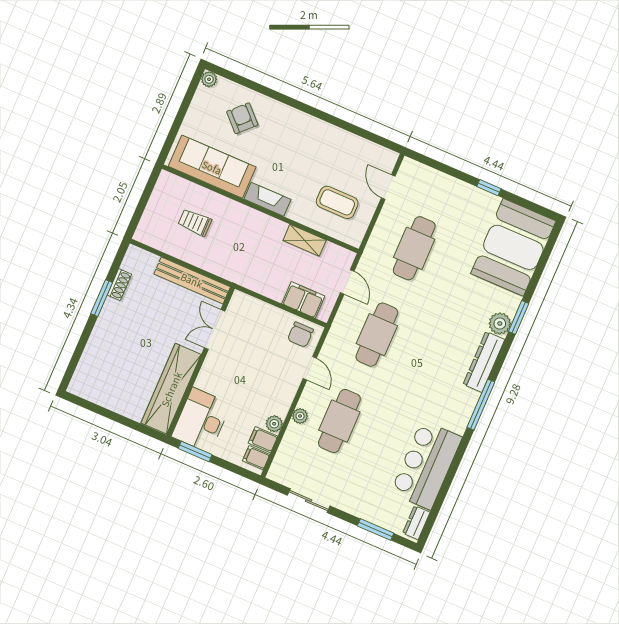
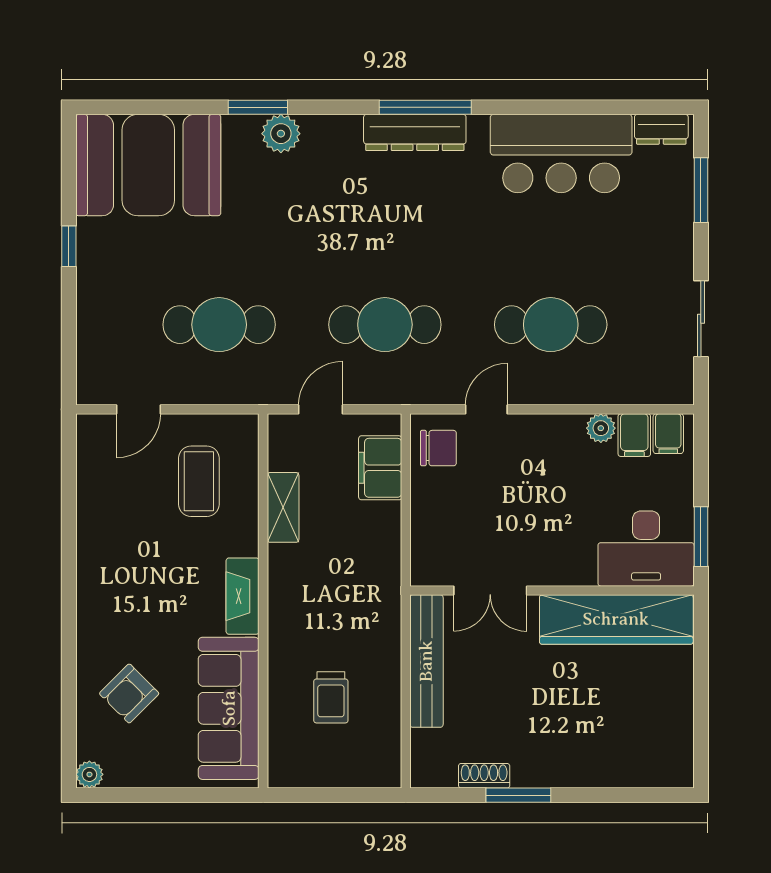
dresser: (484, 362) -> (415, 132), moved
plant: (300, 416) -> (570, 392), removed

